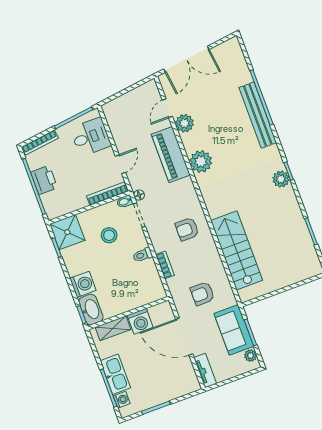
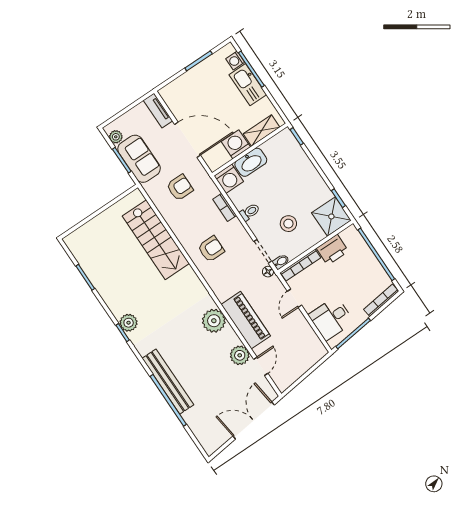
printer: (44, 180) -> (332, 250), moved, turned -90
washing machine: (83, 284) -> (229, 179), moved, turned -90
washbasin: (91, 310) -> (251, 162), moved, turned -90

